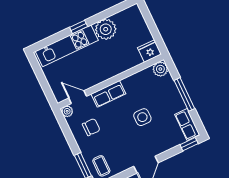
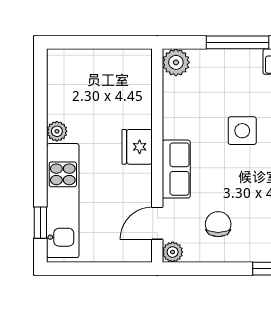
window: (79, 27) -> (40, 223), moved
plant: (106, 29) -> (57, 131), width x0.53, depth x0.53
fridge: (150, 51) -> (137, 147), moved

